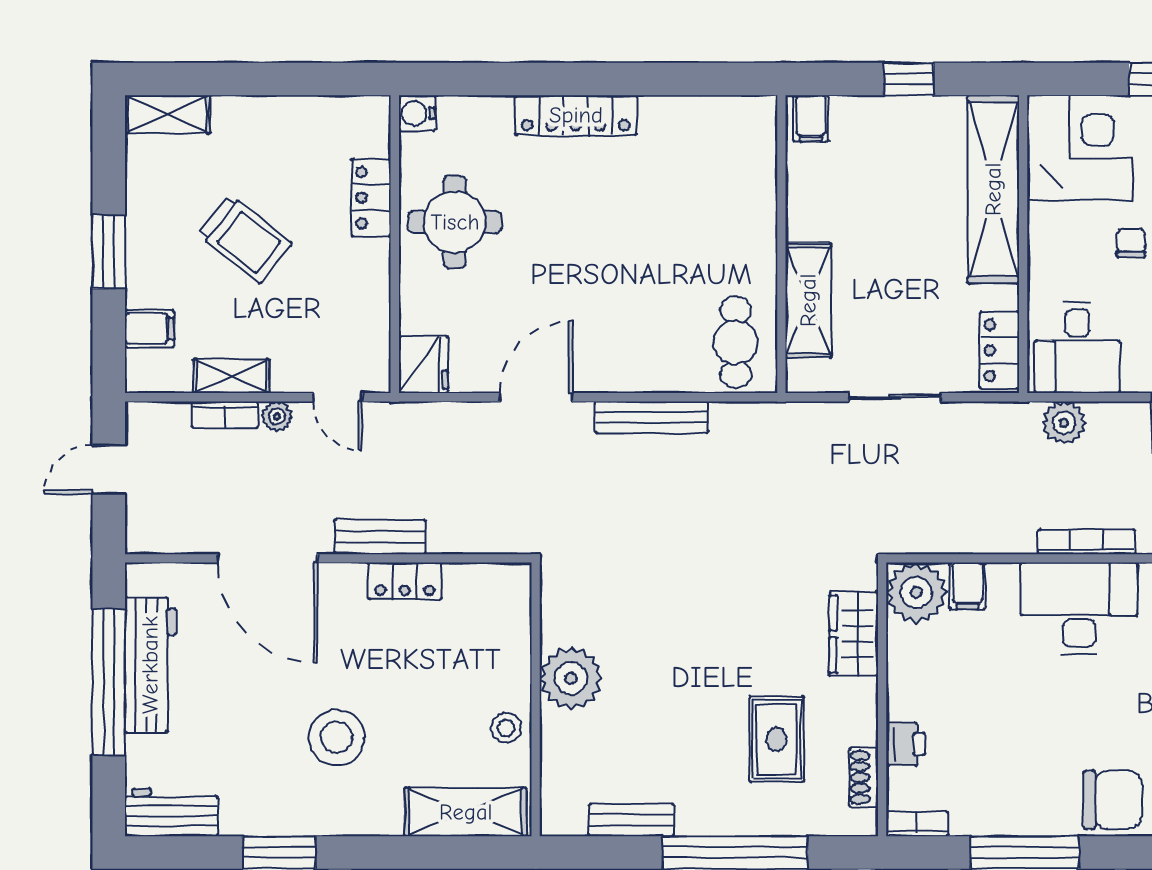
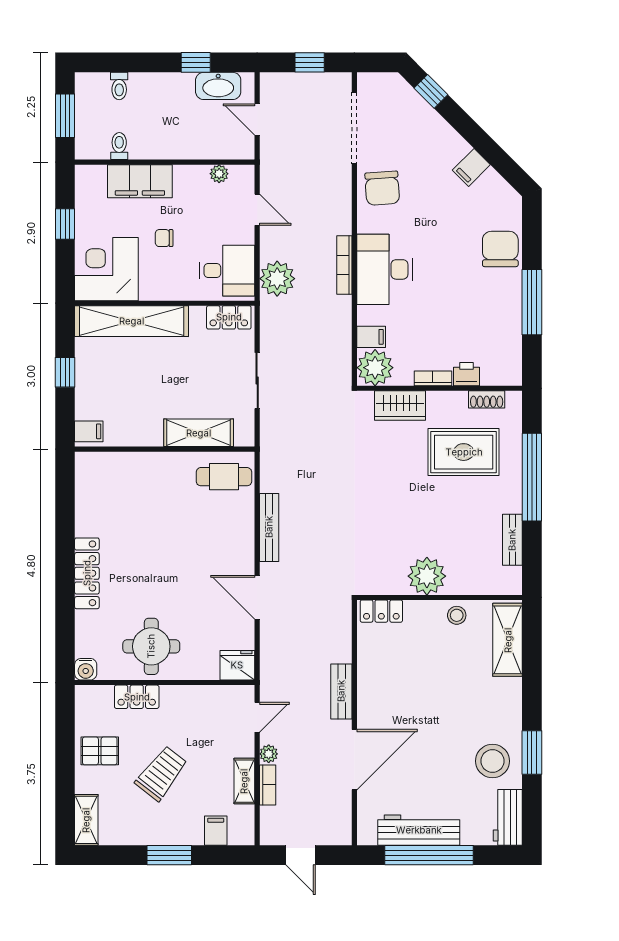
pallet: (281, 137) -> (100, 751), added
plant: (1064, 423) -> (277, 279), width x1.36, depth x1.36
locker: (405, 581) -> (381, 611), moved, turned 90
stool: (337, 737) -> (492, 761), moved
rug: (777, 739) -> (464, 452), width x1.36, depth x1.43
bookcase: (917, 824) -> (433, 378), moved, turned 90

